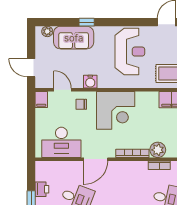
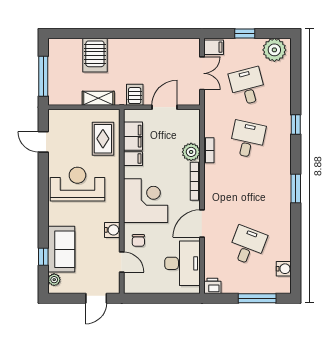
window: (87, 22) -> (43, 257), moved
door: (63, 90) -> (122, 262), swing flipped
filing cabinet: (41, 100) -> (133, 159), moved
door: (96, 159) -> (202, 224), swing flipped
printer: (42, 189) -> (212, 286), moved

